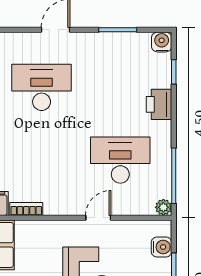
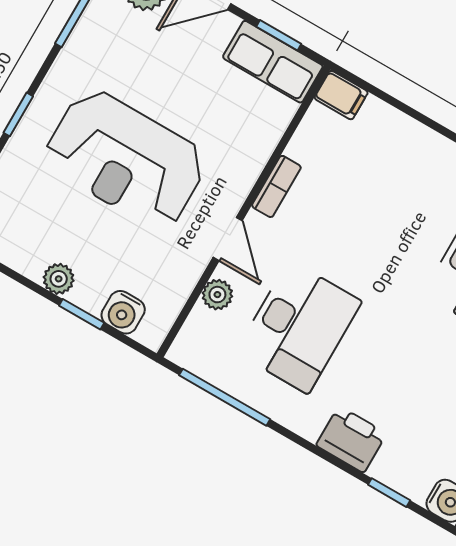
plant: (163, 207) -> (217, 295), moved
bookcase: (26, 209) -> (276, 186), moved

